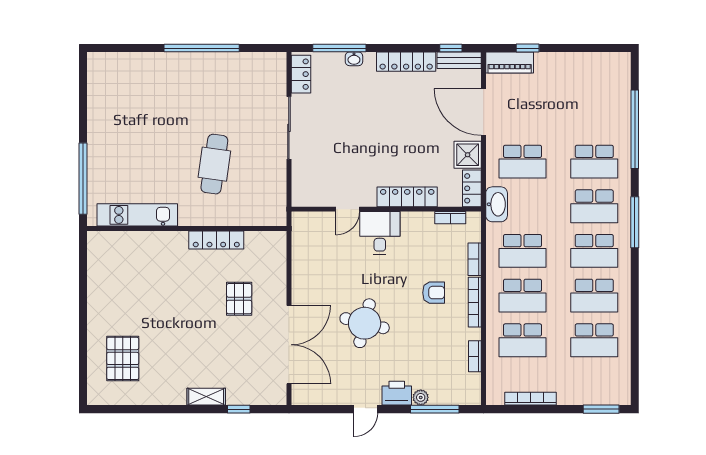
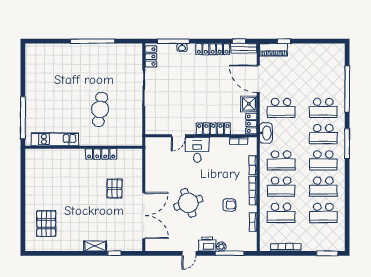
armchair: (434, 293) -> (229, 205), moved
round table: (365, 323) -> (188, 203), turned -33

